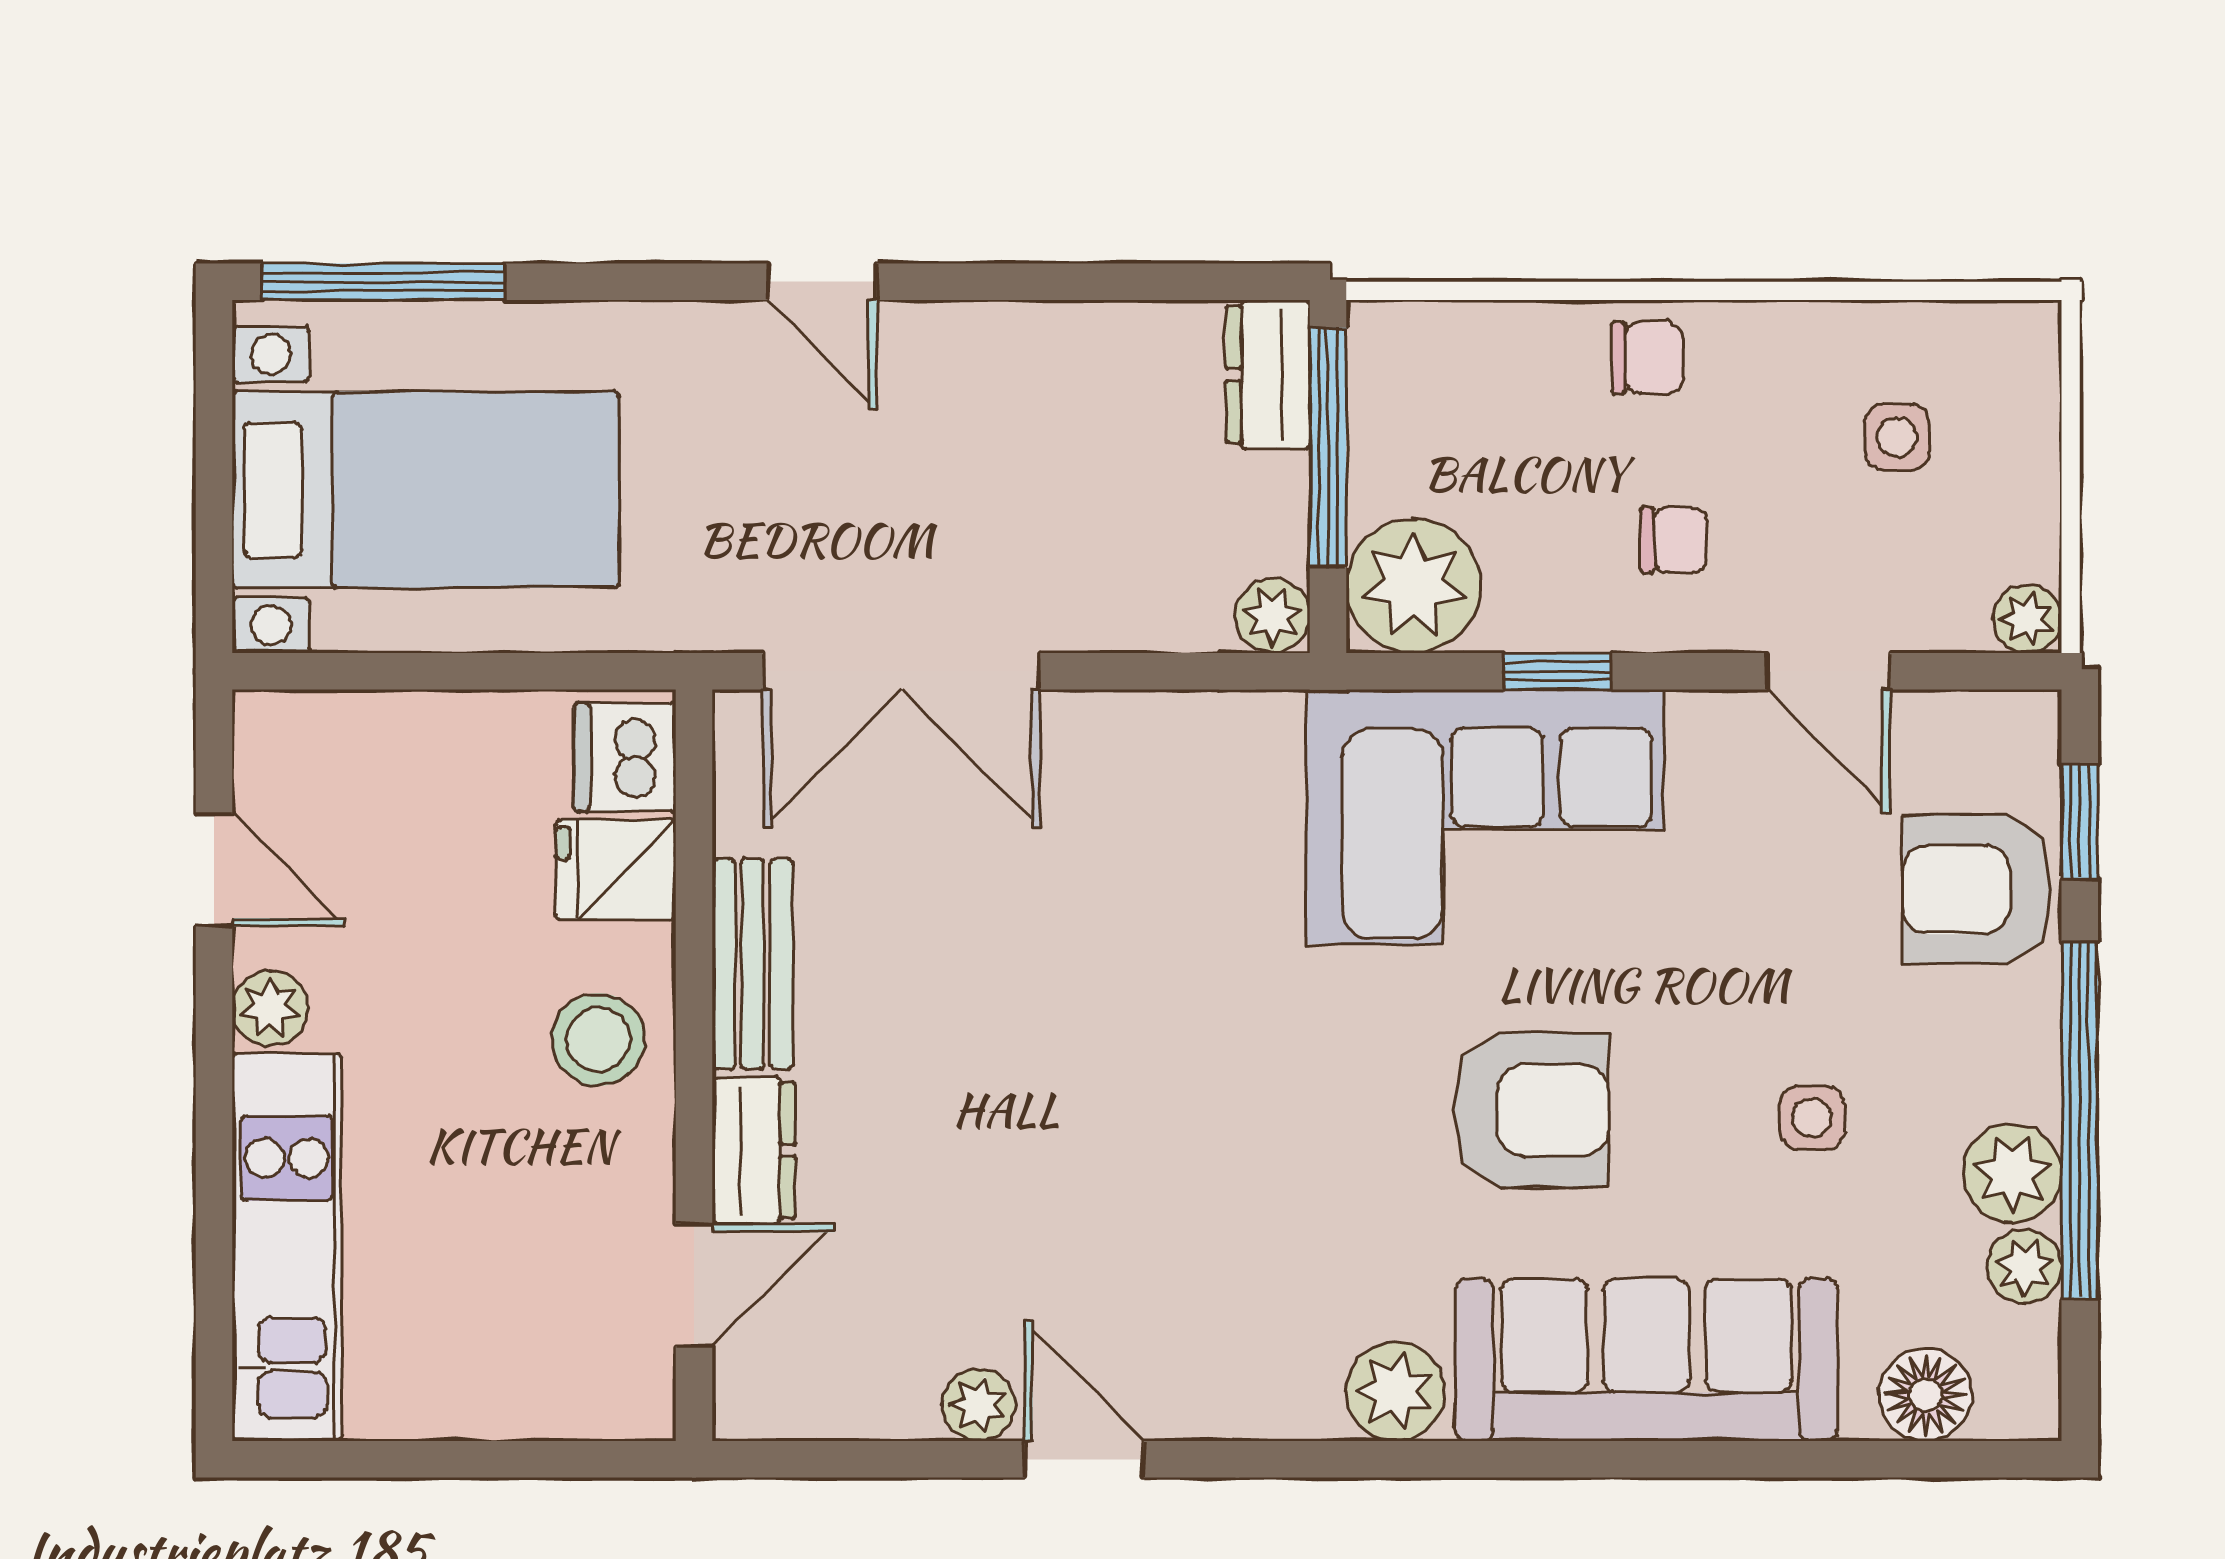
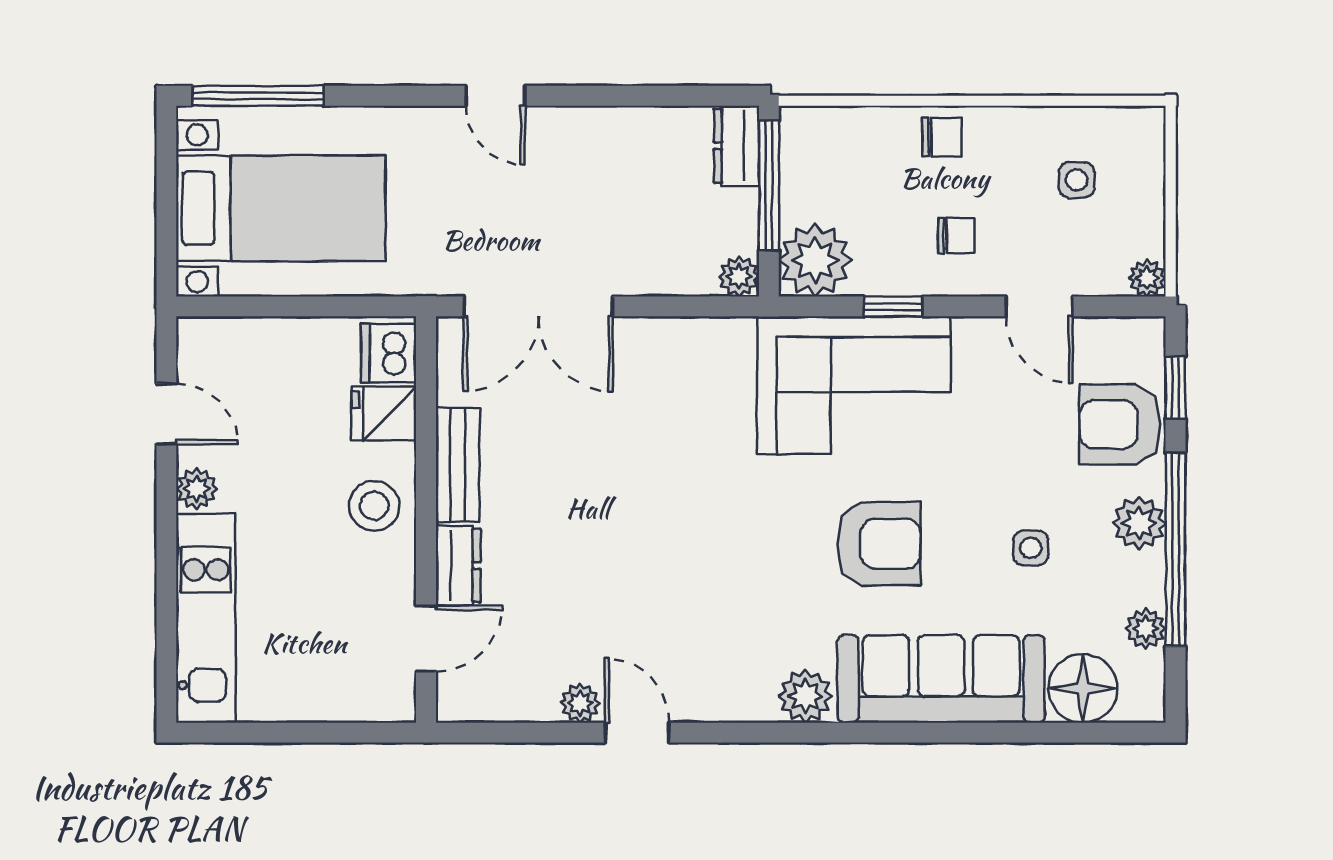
plant: (2012, 1173) -> (1139, 523), moved
floor lamp: (1926, 1395) -> (1083, 688), width x1.38, depth x1.38

